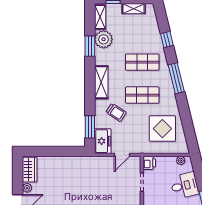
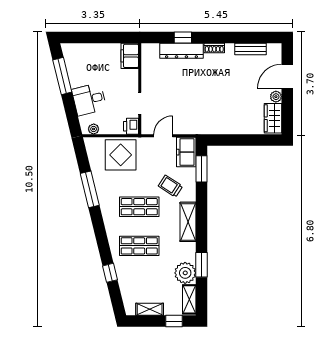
window: (176, 78) -> (90, 189), moved
display table: (162, 129) -> (121, 155), moved

